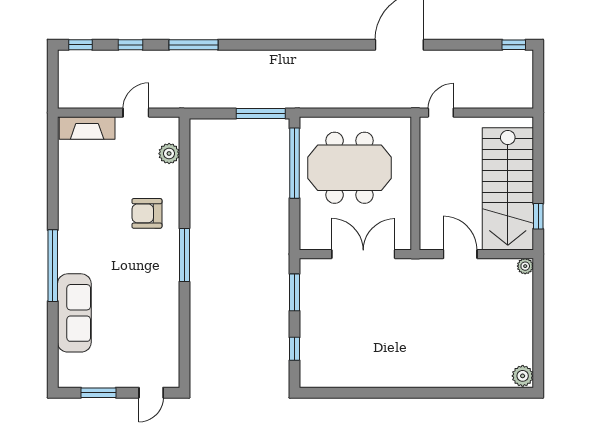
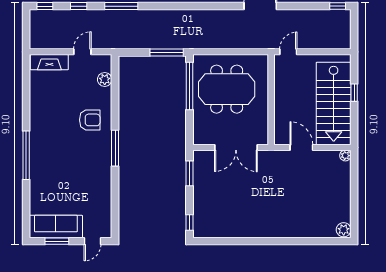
armchair: (147, 213) -> (90, 120), turned 180
window: (538, 216) -> (354, 93), moved
double door: (363, 254) -> (236, 147), swing flipped
sofa: (74, 313) -> (56, 226), moved, turned -90
window: (294, 349) -> (189, 222), moved

